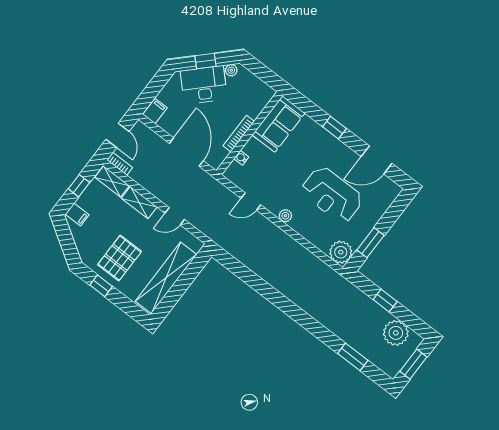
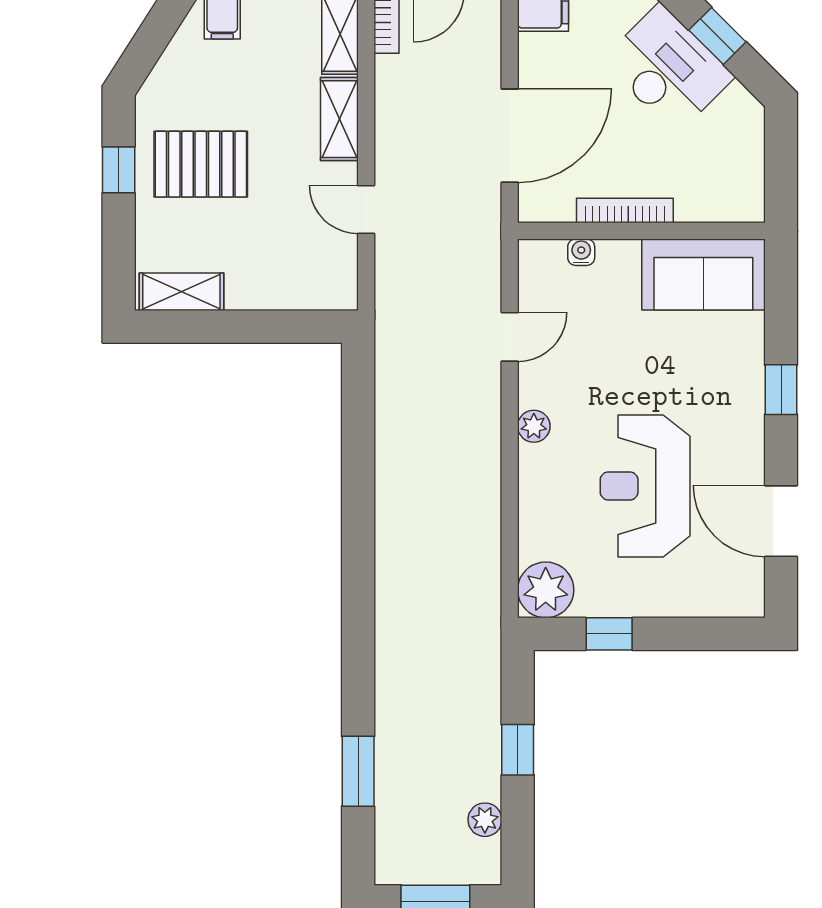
plant: (231, 70) -> (738, 101), removed
door: (251, 202) -> (510, 337), swing flipped
window: (370, 243) -> (609, 634), width x0.67
shelving: (166, 278) -> (181, 292), width x0.45, depth x0.75
plant: (396, 333) -> (485, 820), width x0.53, depth x0.53

